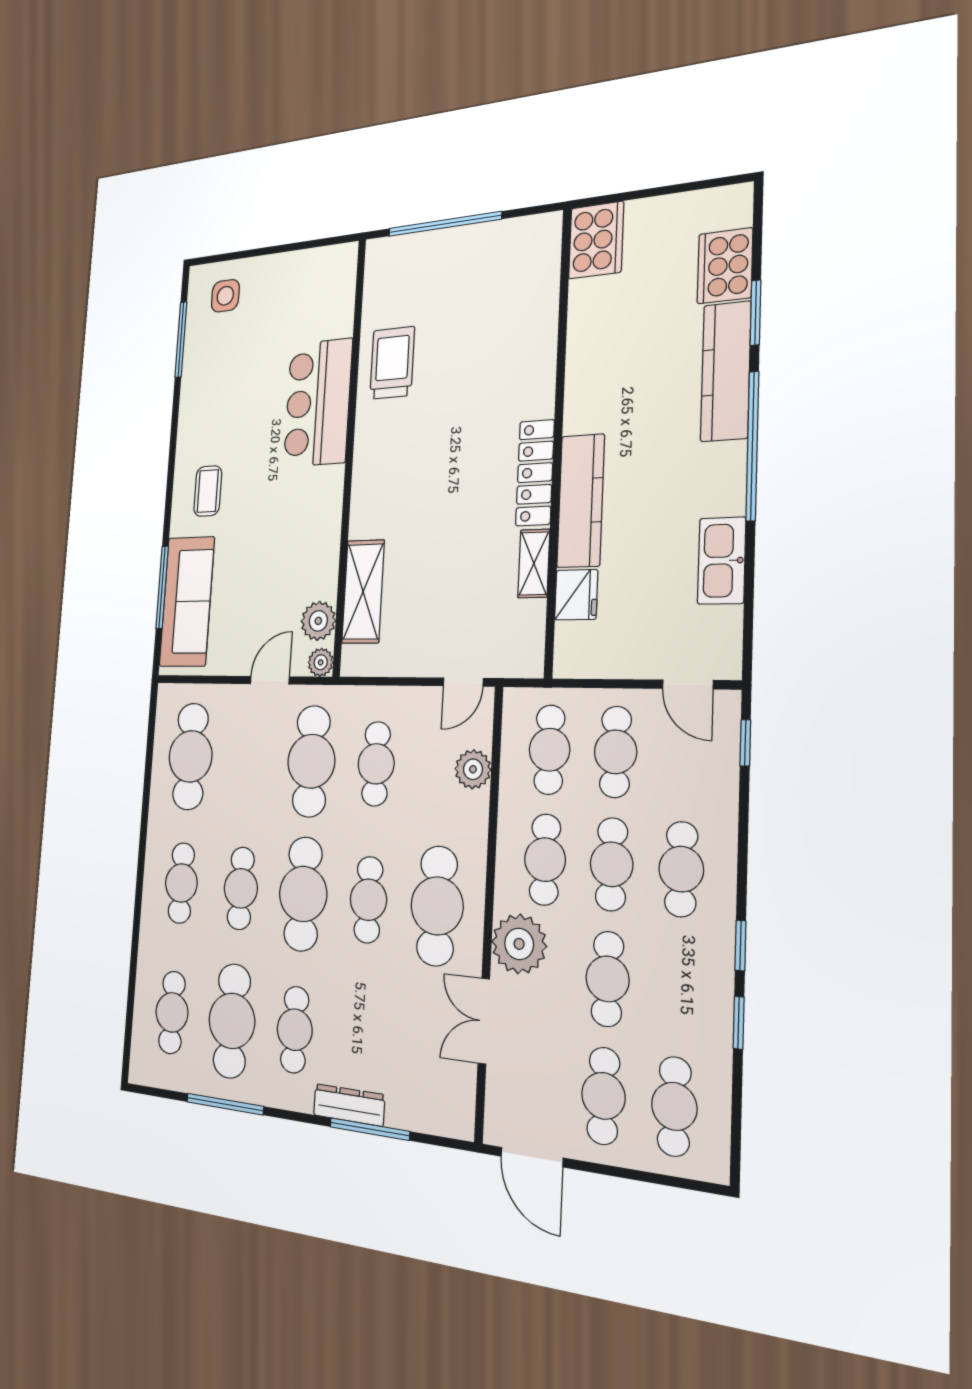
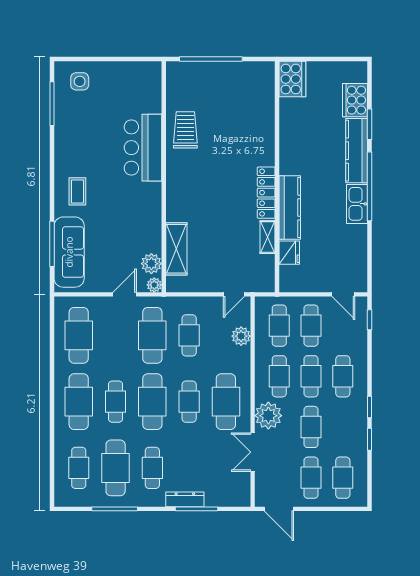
kitchen sink: (722, 561) -> (357, 204), moved
cafe table: (181, 883) -> (79, 402), width x1.37, depth x1.35

